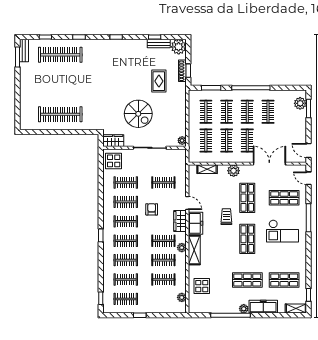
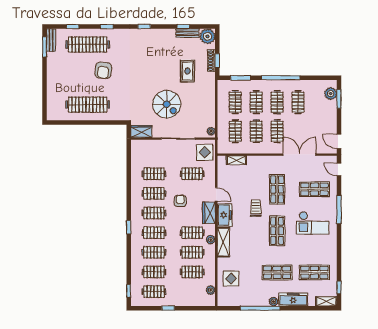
armchair: (76, 80) -> (103, 70), added
display table: (114, 161) -> (205, 152), moved
plant: (234, 171) -> (263, 162), removed

